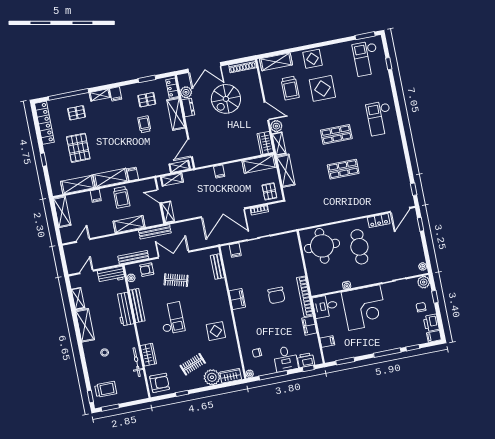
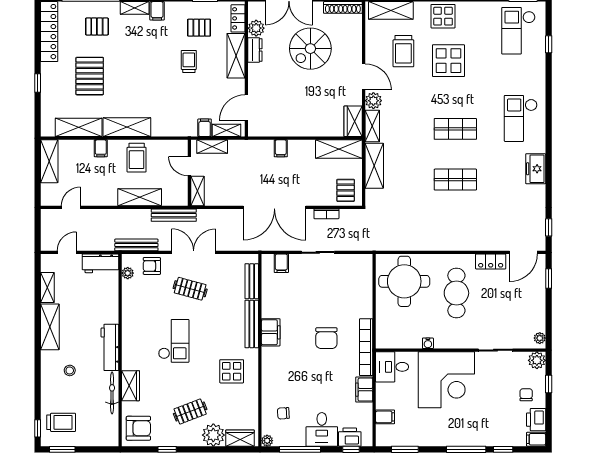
freezer: (397, 151) -> (536, 169), added
filing cabinet: (133, 174) -> (205, 128), moved
bench: (137, 305) -> (252, 324), moved
workbench: (125, 309) -> (110, 347), moved

